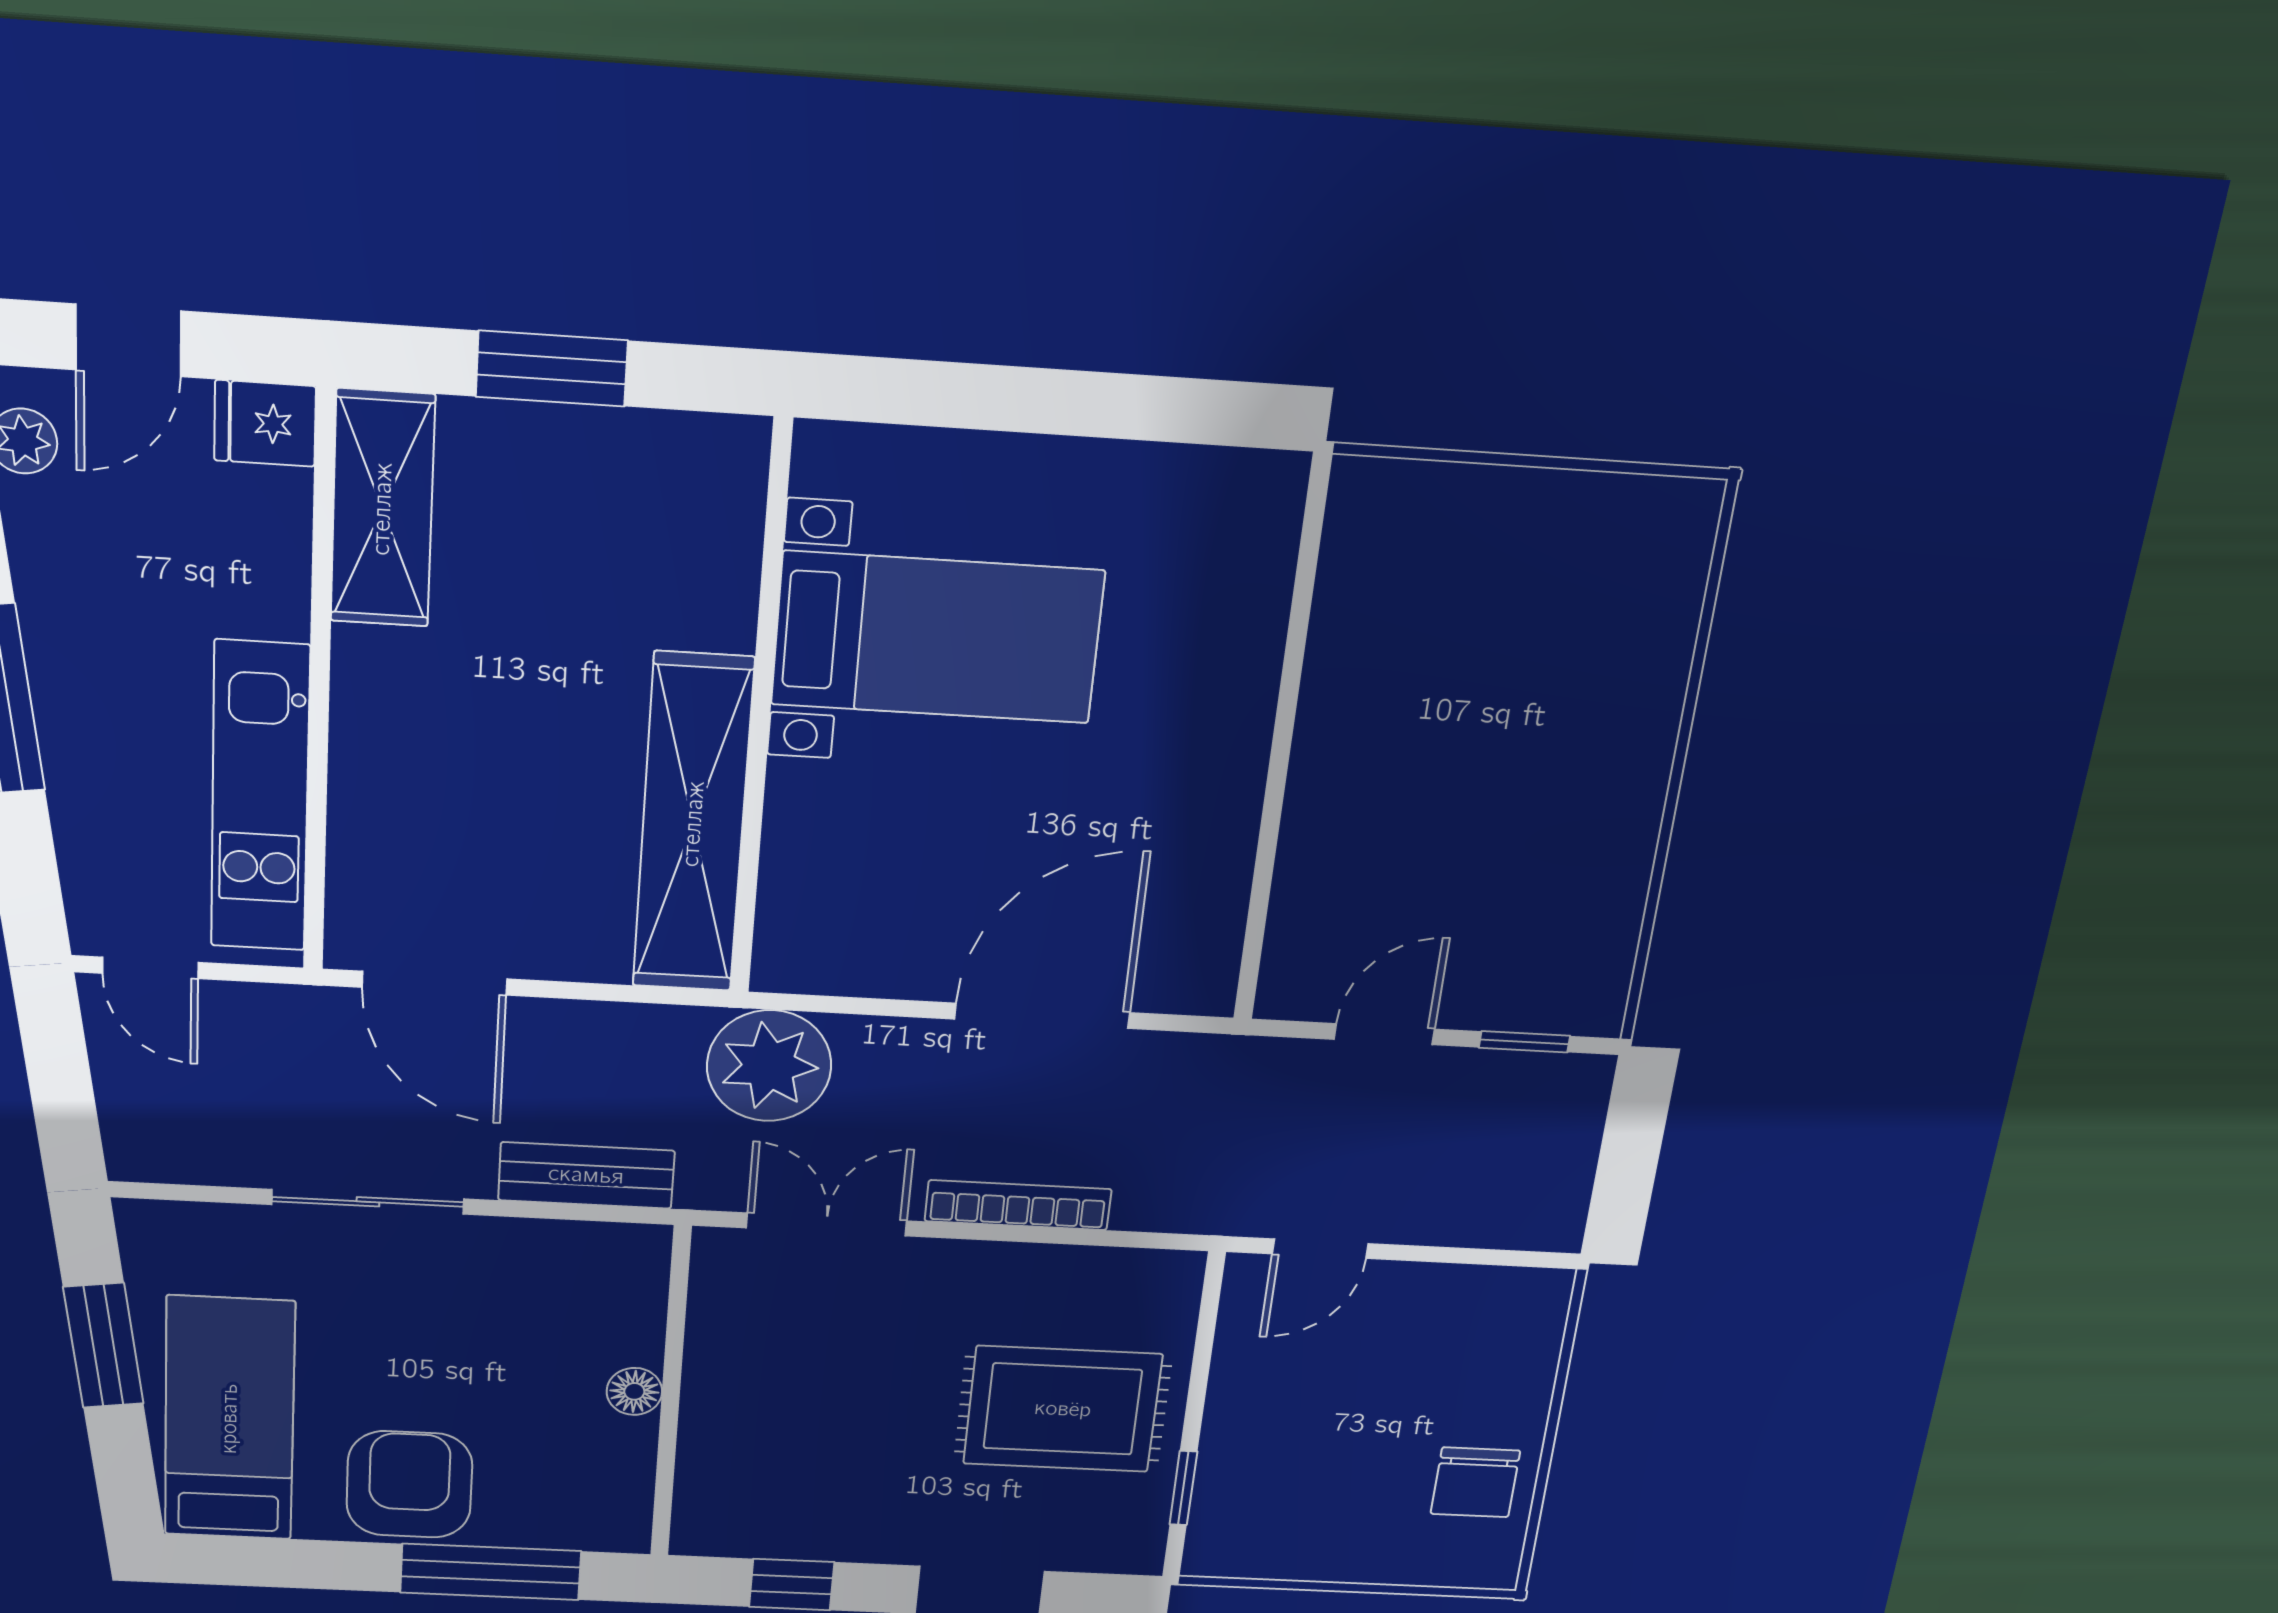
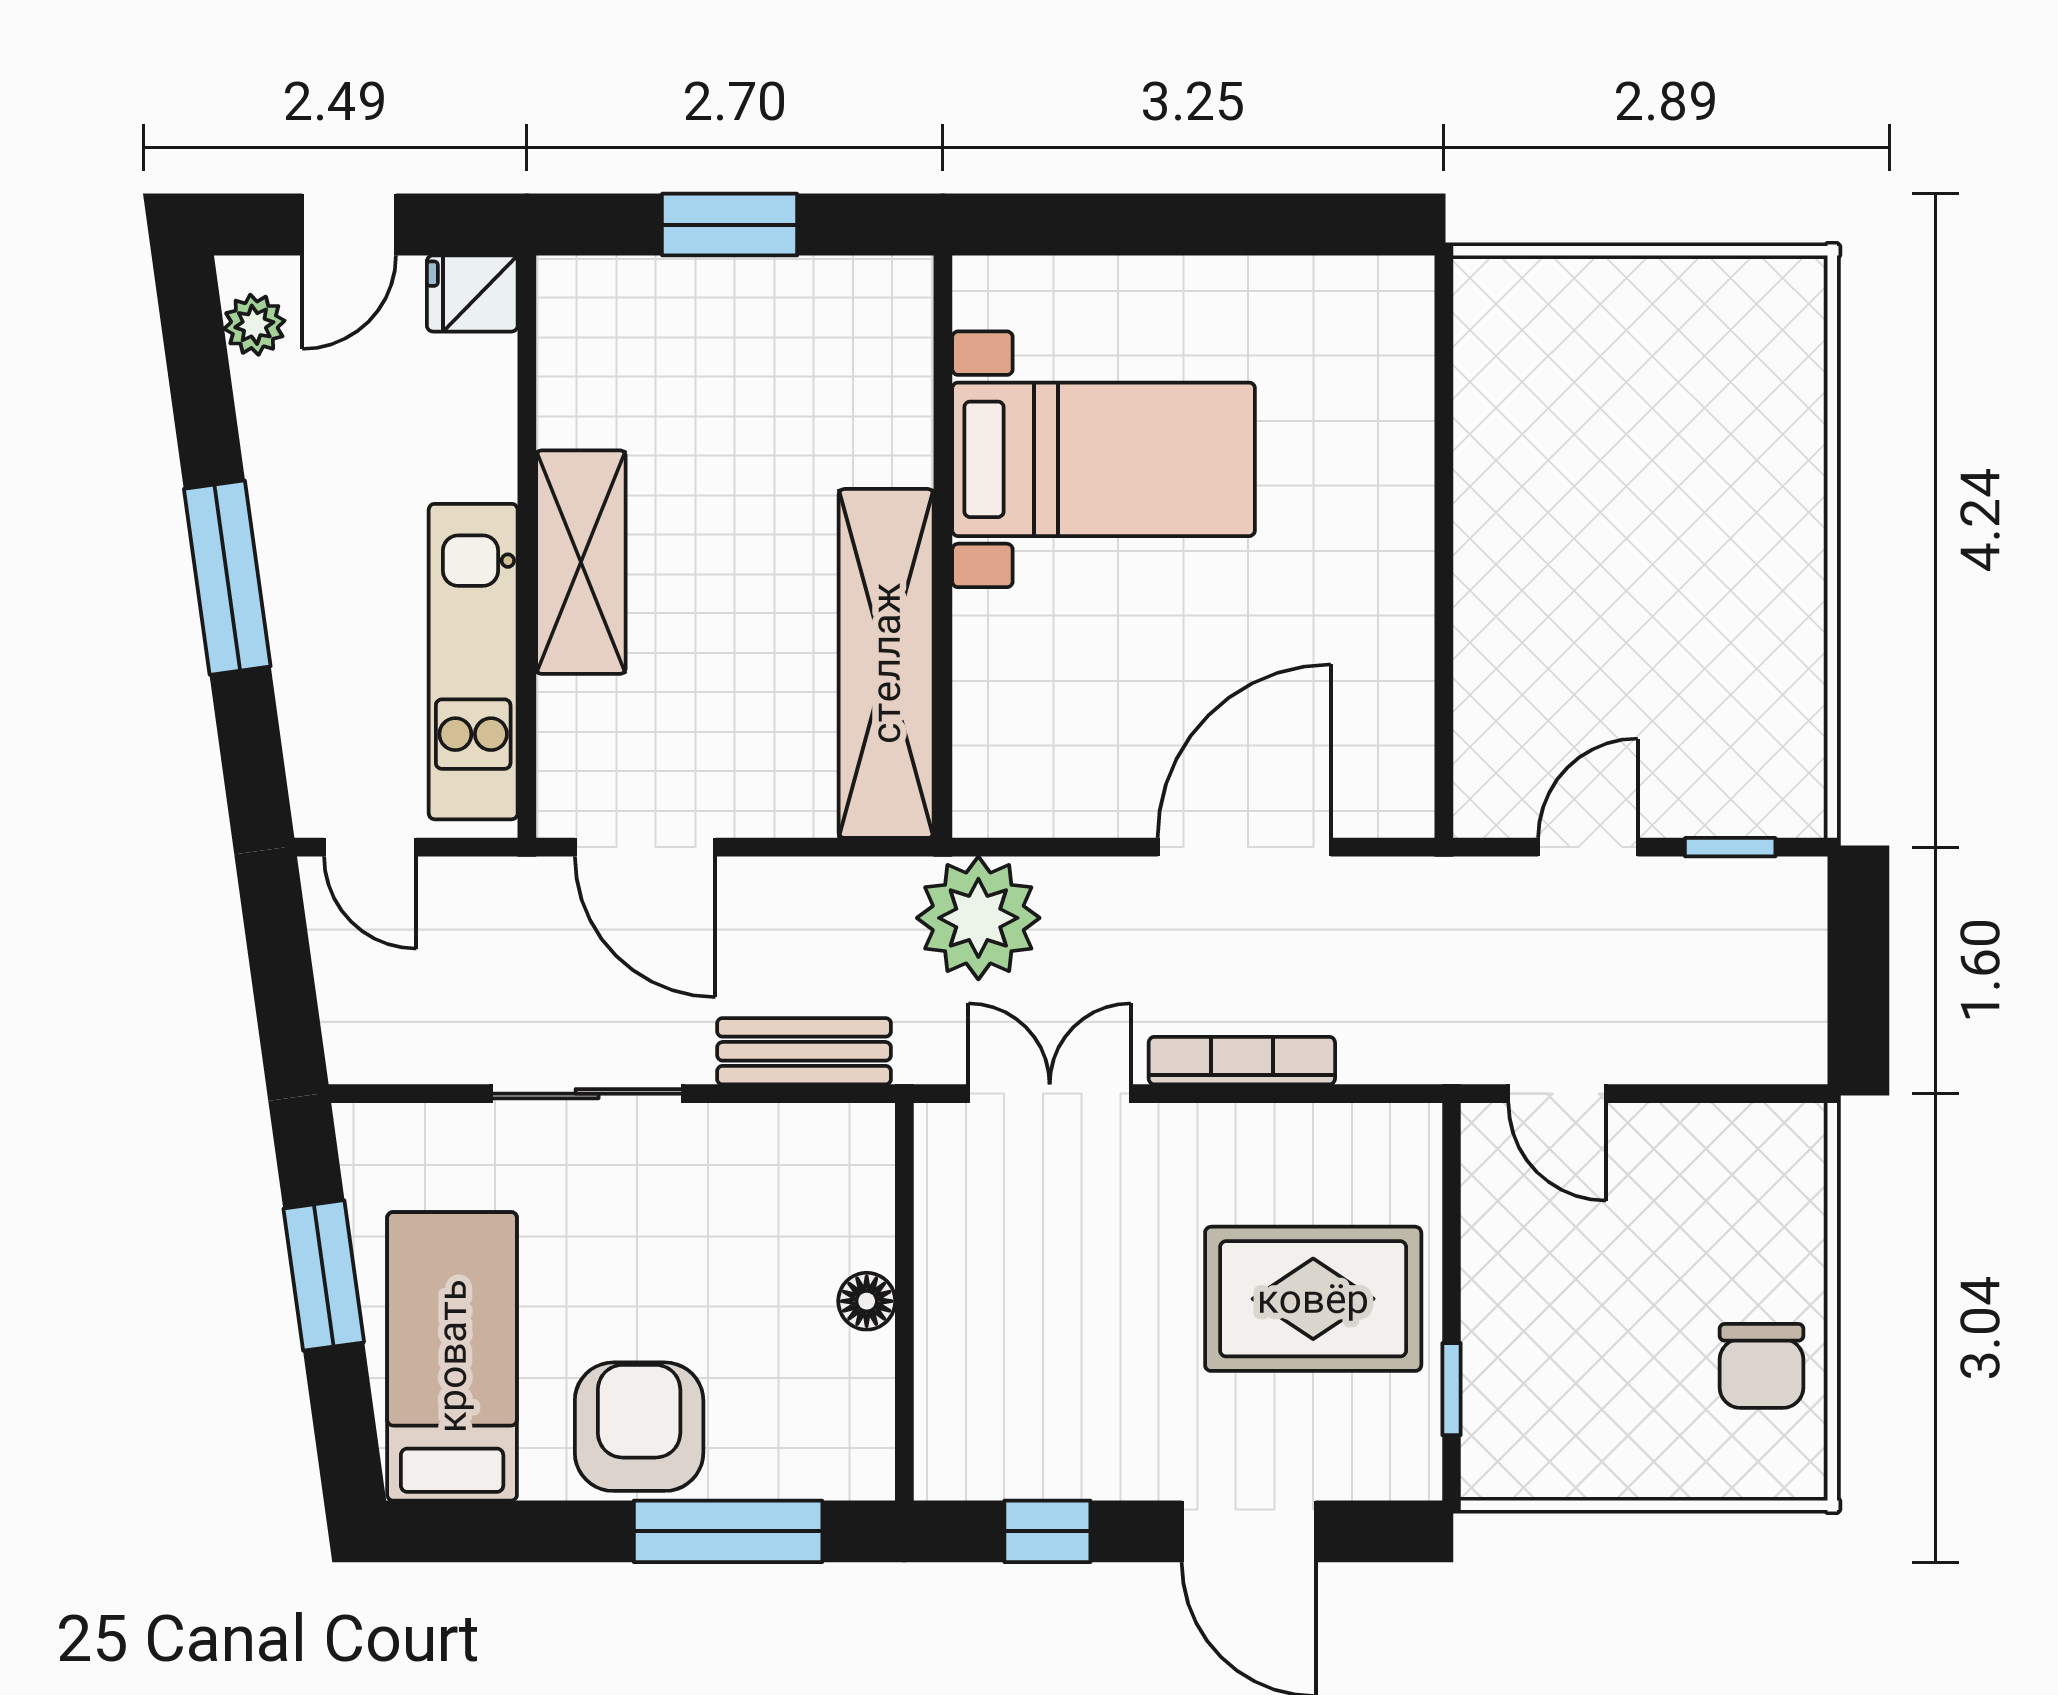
shelving: (382, 509) -> (581, 562), moved
door: (1320, 1249) -> (1557, 1094), hinge flipped

